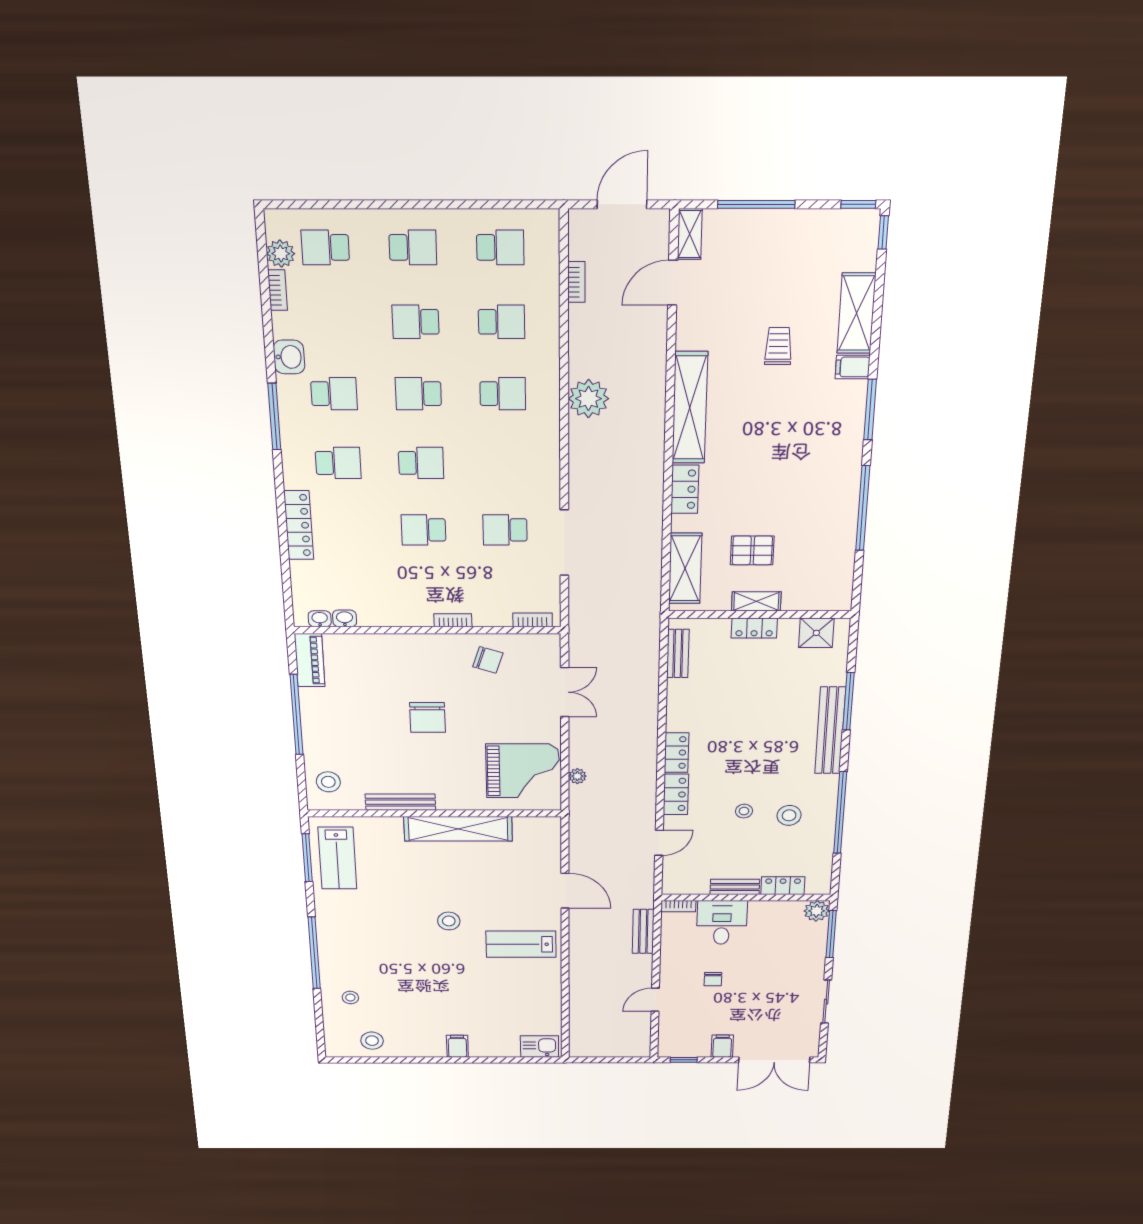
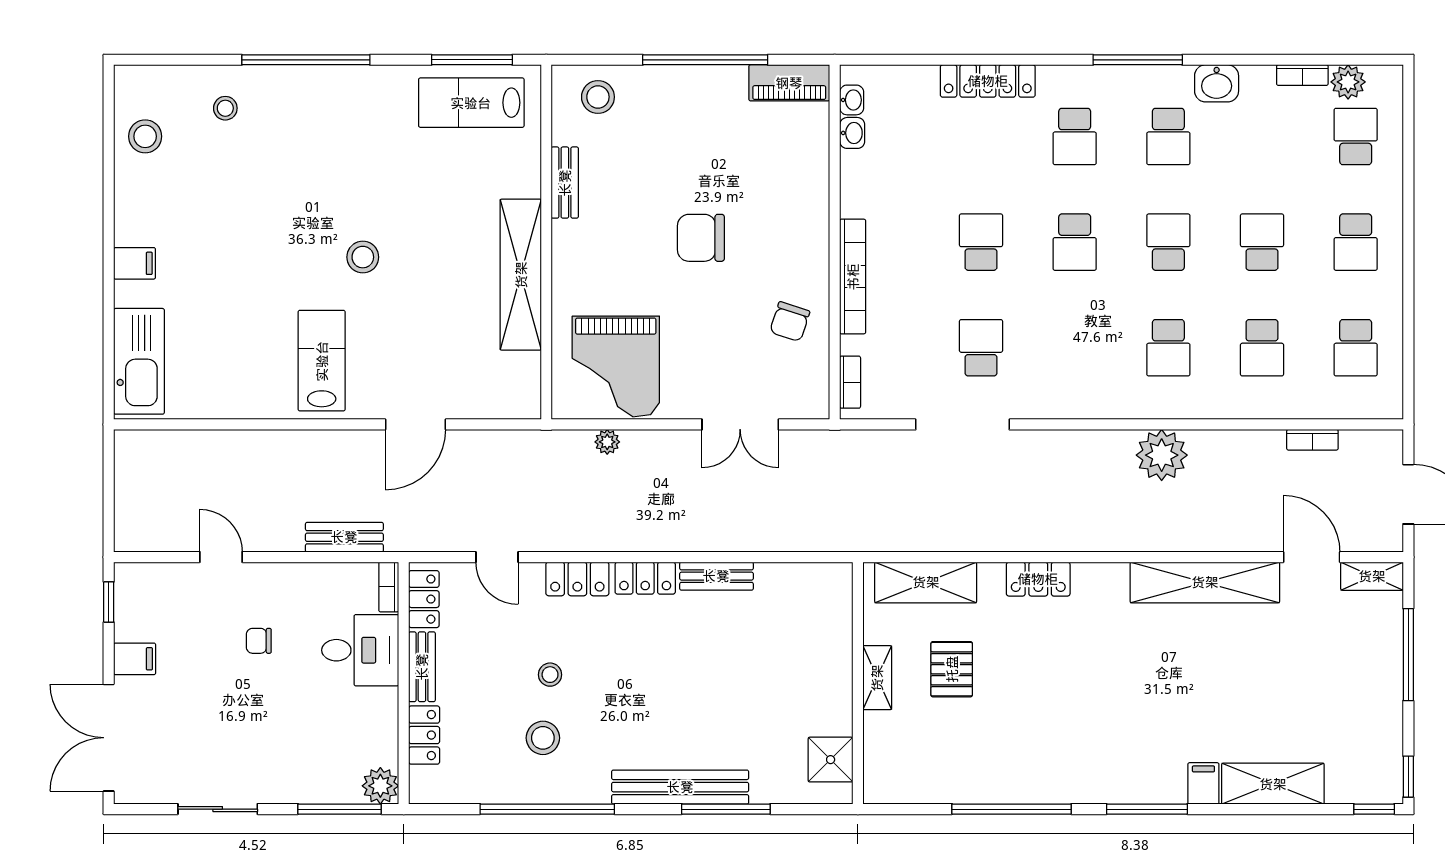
trolley: (778, 346) -> (1231, 690), removed
shelving: (690, 408) -> (1205, 582), moved
bookcase: (453, 620) -> (853, 277), width x2.31, depth x1.31
locker: (754, 628) -> (424, 599), moved, turned 180
bench: (678, 653) -> (716, 576), moved
bench: (400, 802) -> (565, 183), width x0.73
kitchen sink: (540, 1047) -> (139, 361), width x1.88, depth x1.24

